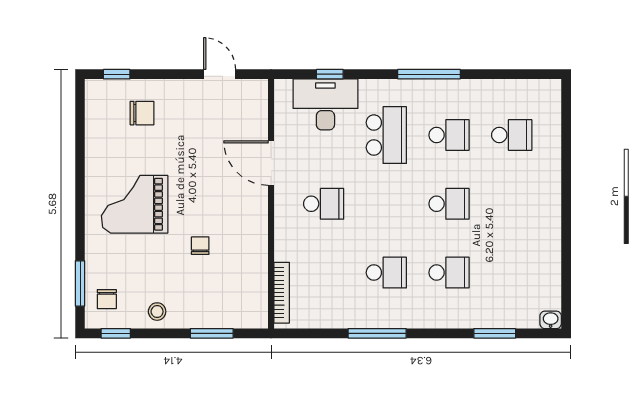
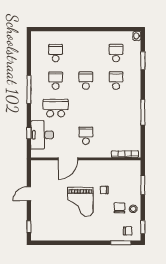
door: (220, 74) -> (29, 194), moved
chair: (142, 113) -> (119, 208), moved
grand piano: (135, 204) -> (80, 202), moved
school desk: (386, 273) -> (116, 53), moved

